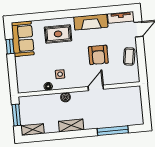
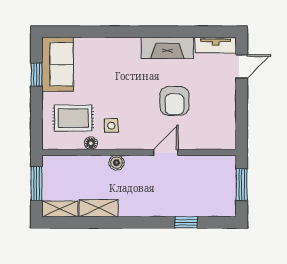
rug: (58, 34) -> (73, 118), moved
coffee table: (129, 56) -> (223, 108), removed
window: (145, 104) -> (242, 185), added
shelving: (71, 125) -> (99, 208), moved
window: (113, 131) -> (186, 222), width x0.46

